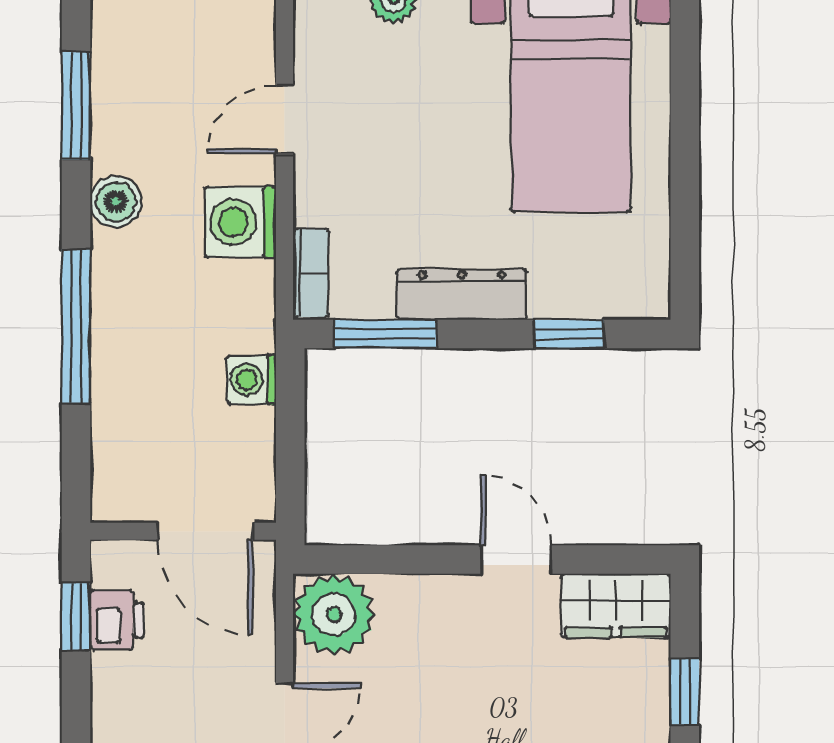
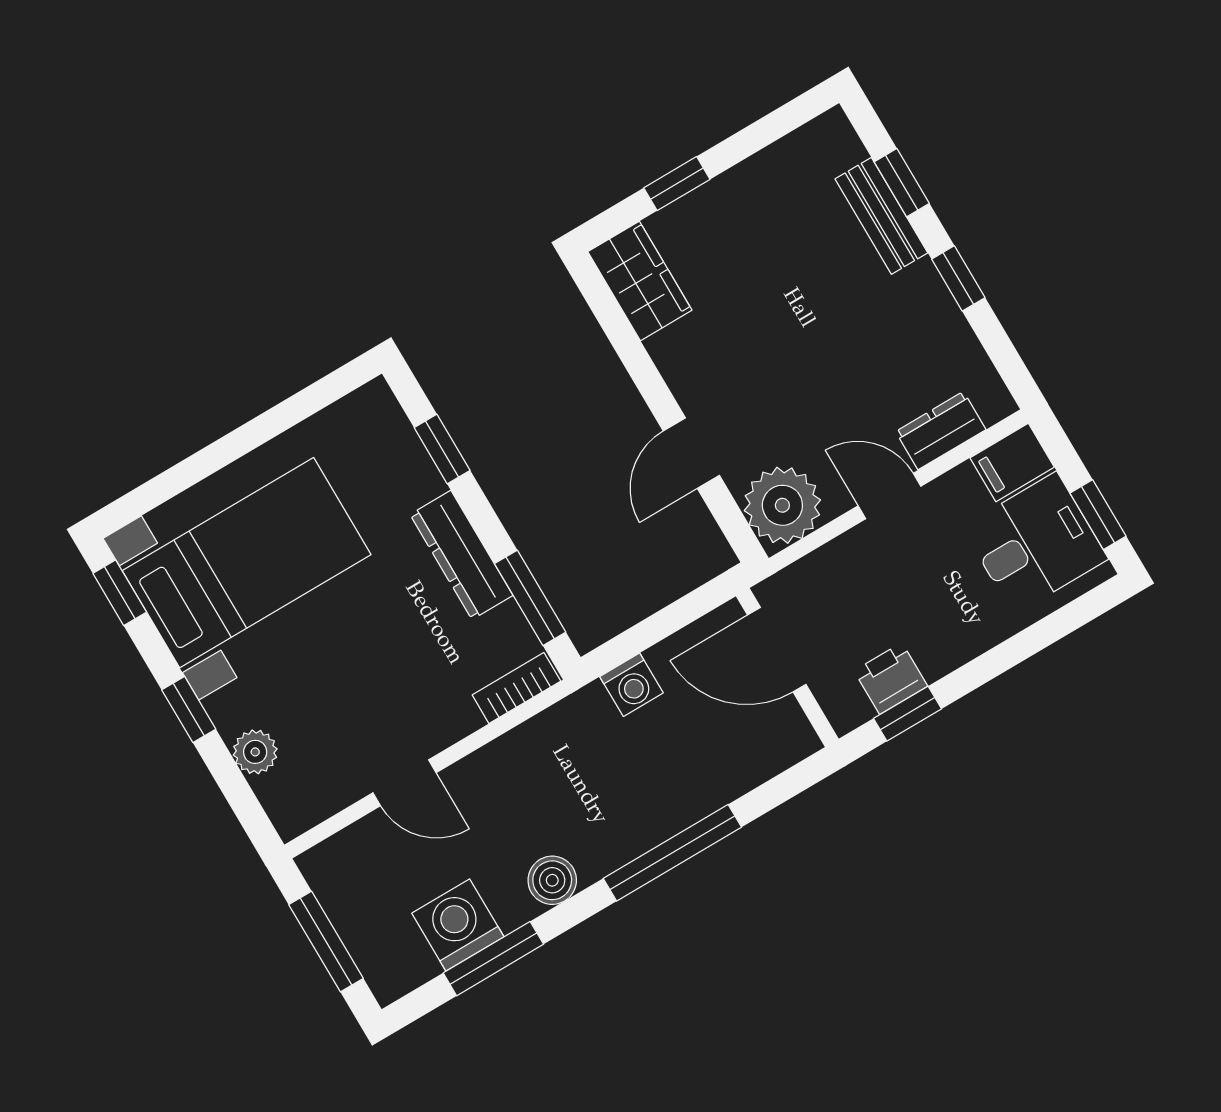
washing machine: (240, 222) -> (458, 925), moved, turned 180
door: (205, 531) -> (777, 650), swing flipped
door: (516, 559) -> (691, 453), moved

